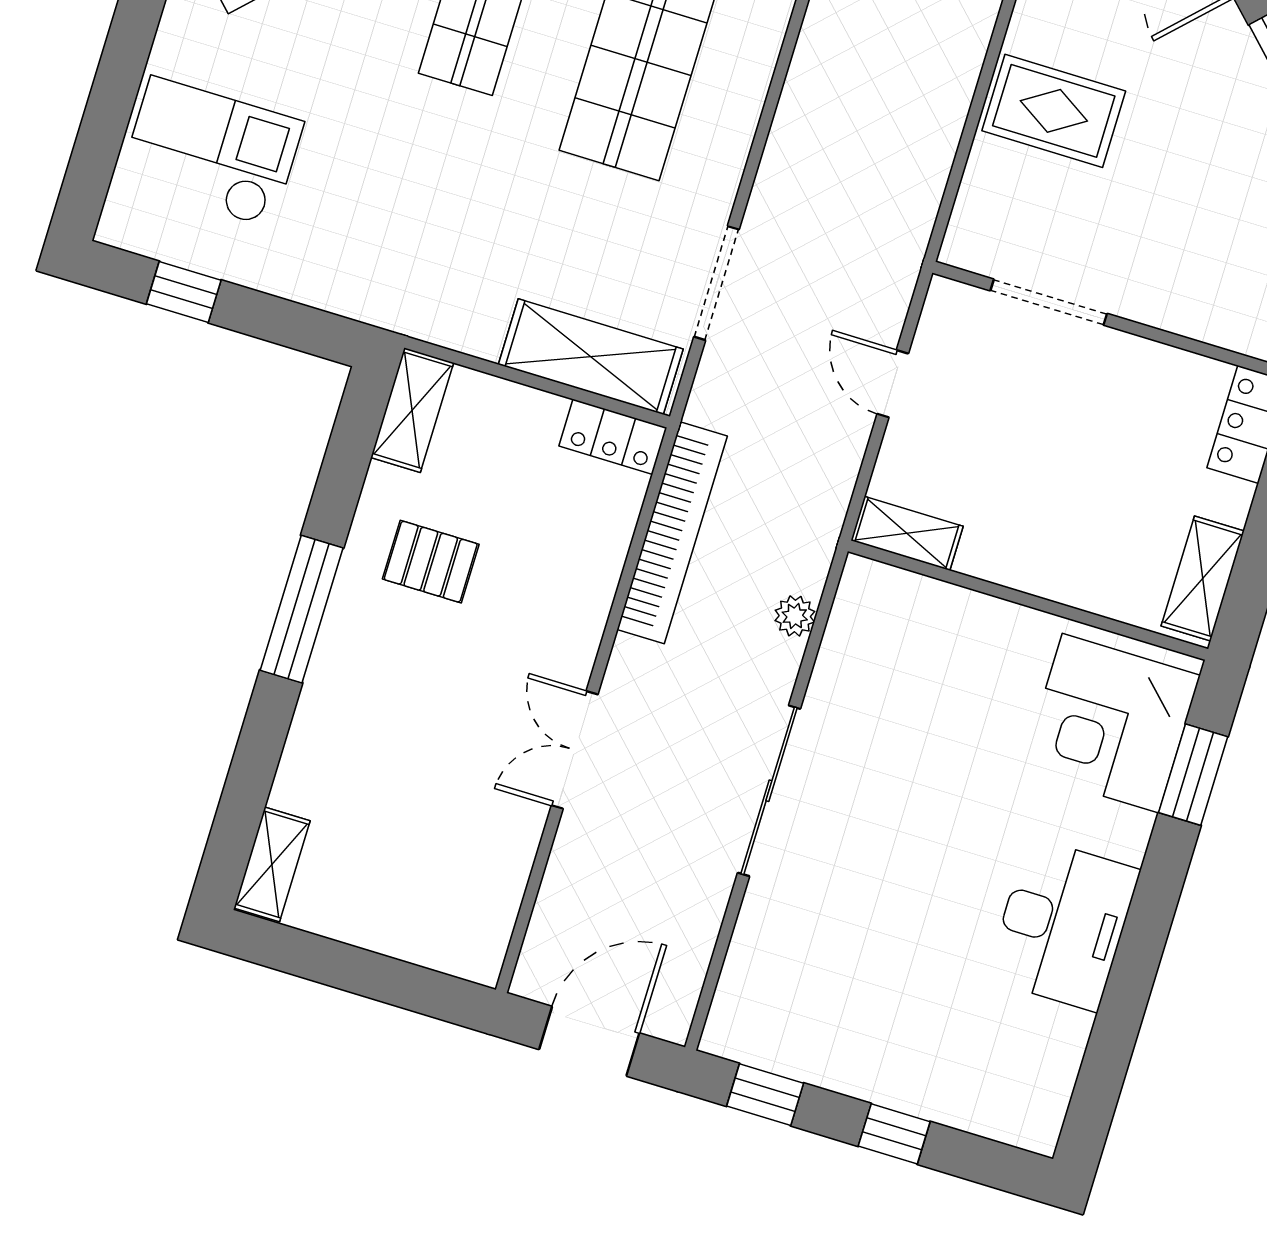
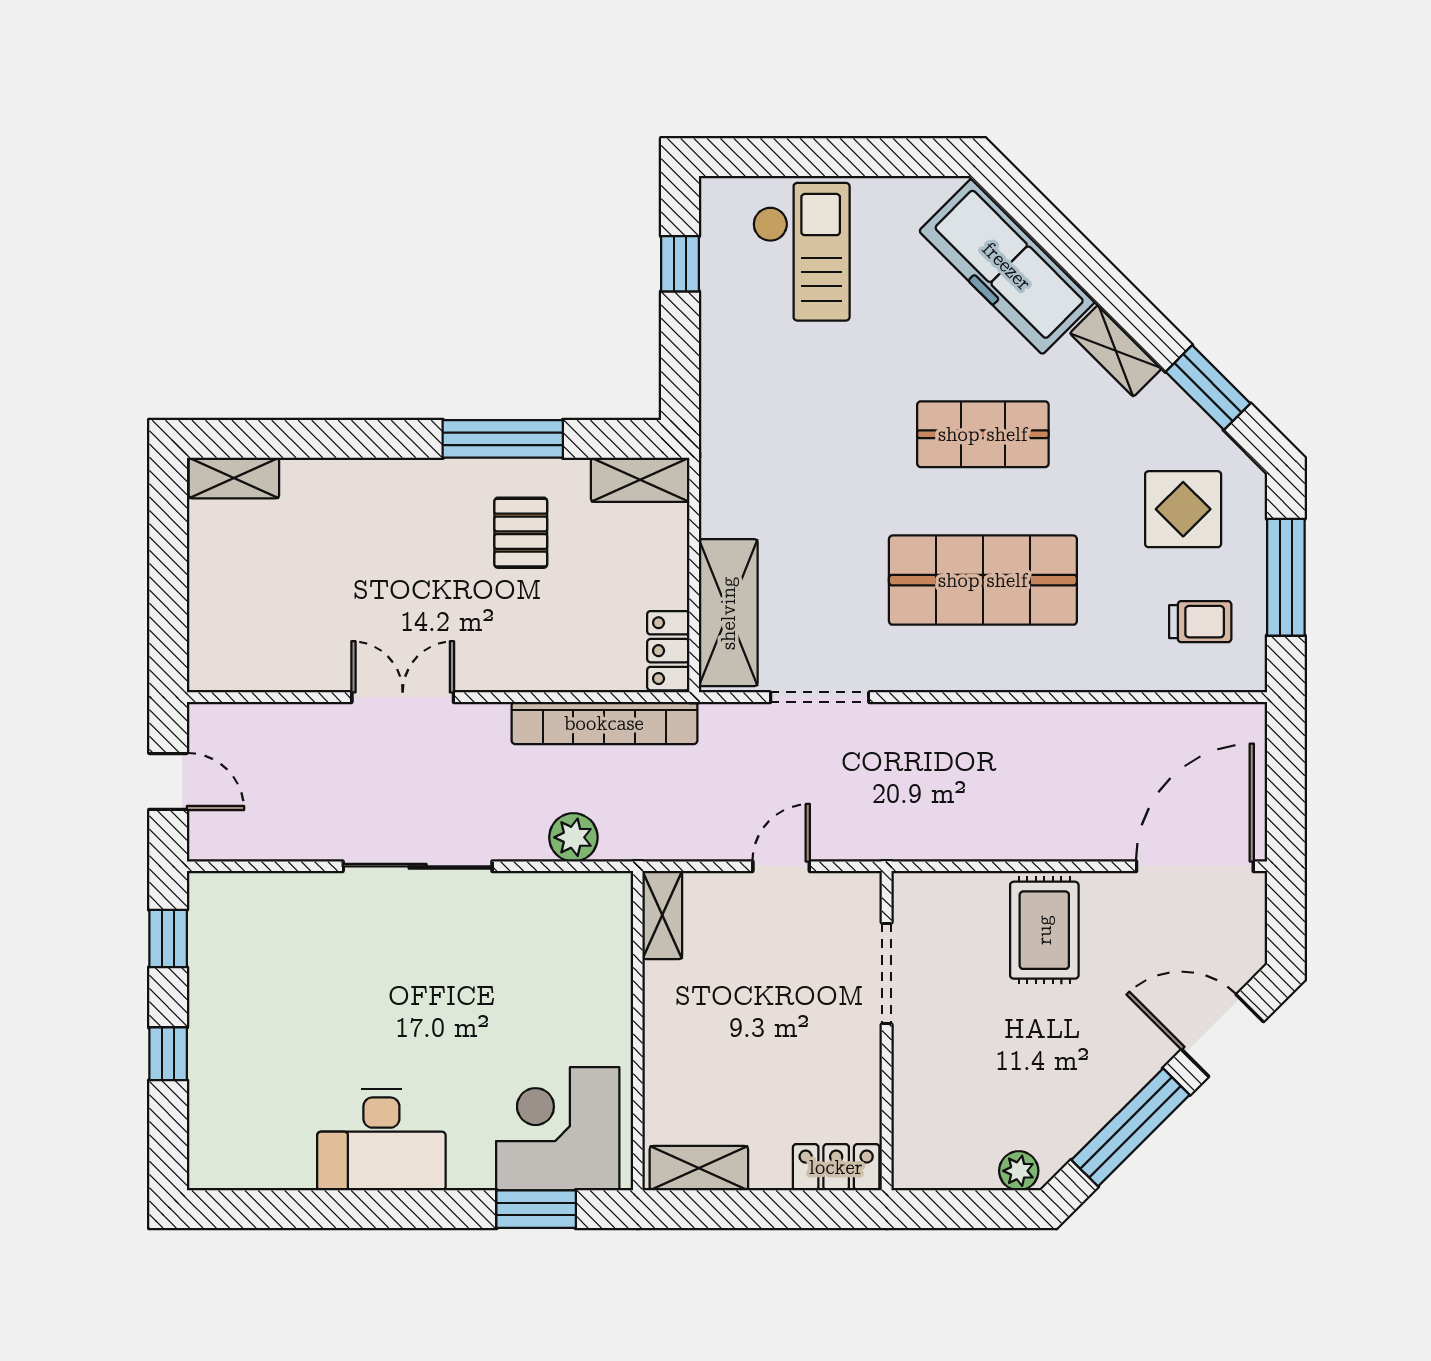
window: (302, 609) -> (503, 439), moved
plant: (795, 616) -> (573, 837), width x1.38, depth x1.38
door: (589, 1041) -> (168, 781), width x0.73

